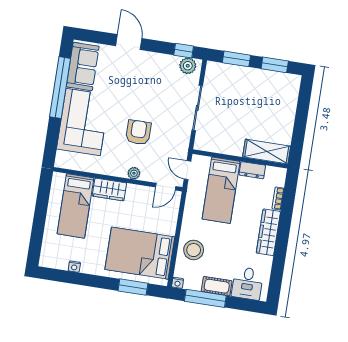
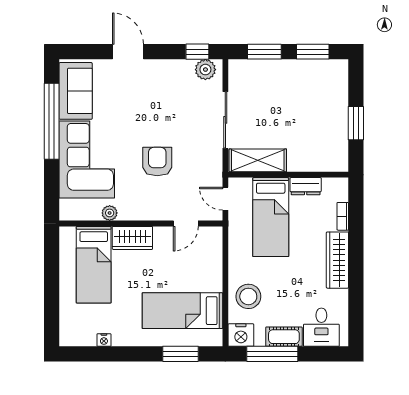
window: (300, 127) -> (356, 123), added
shelving: (267, 152) -> (258, 160), moved
plant: (134, 173) -> (110, 213), moved
door: (166, 187) -> (186, 223), moved
bed: (140, 253) -> (182, 311), width x0.67
nightstand: (178, 283) -> (241, 335), width x1.89, depth x1.79

